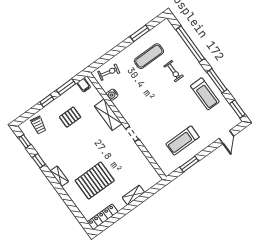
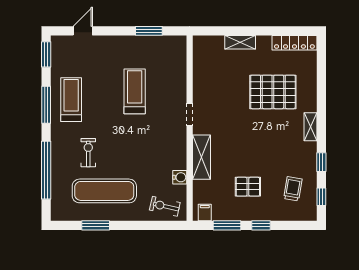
exercise mat: (149, 56) -> (104, 191), width x1.36, depth x1.45
trolley: (38, 125) -> (293, 189), moved
treadmill: (183, 141) -> (135, 91), moved, turned -90

